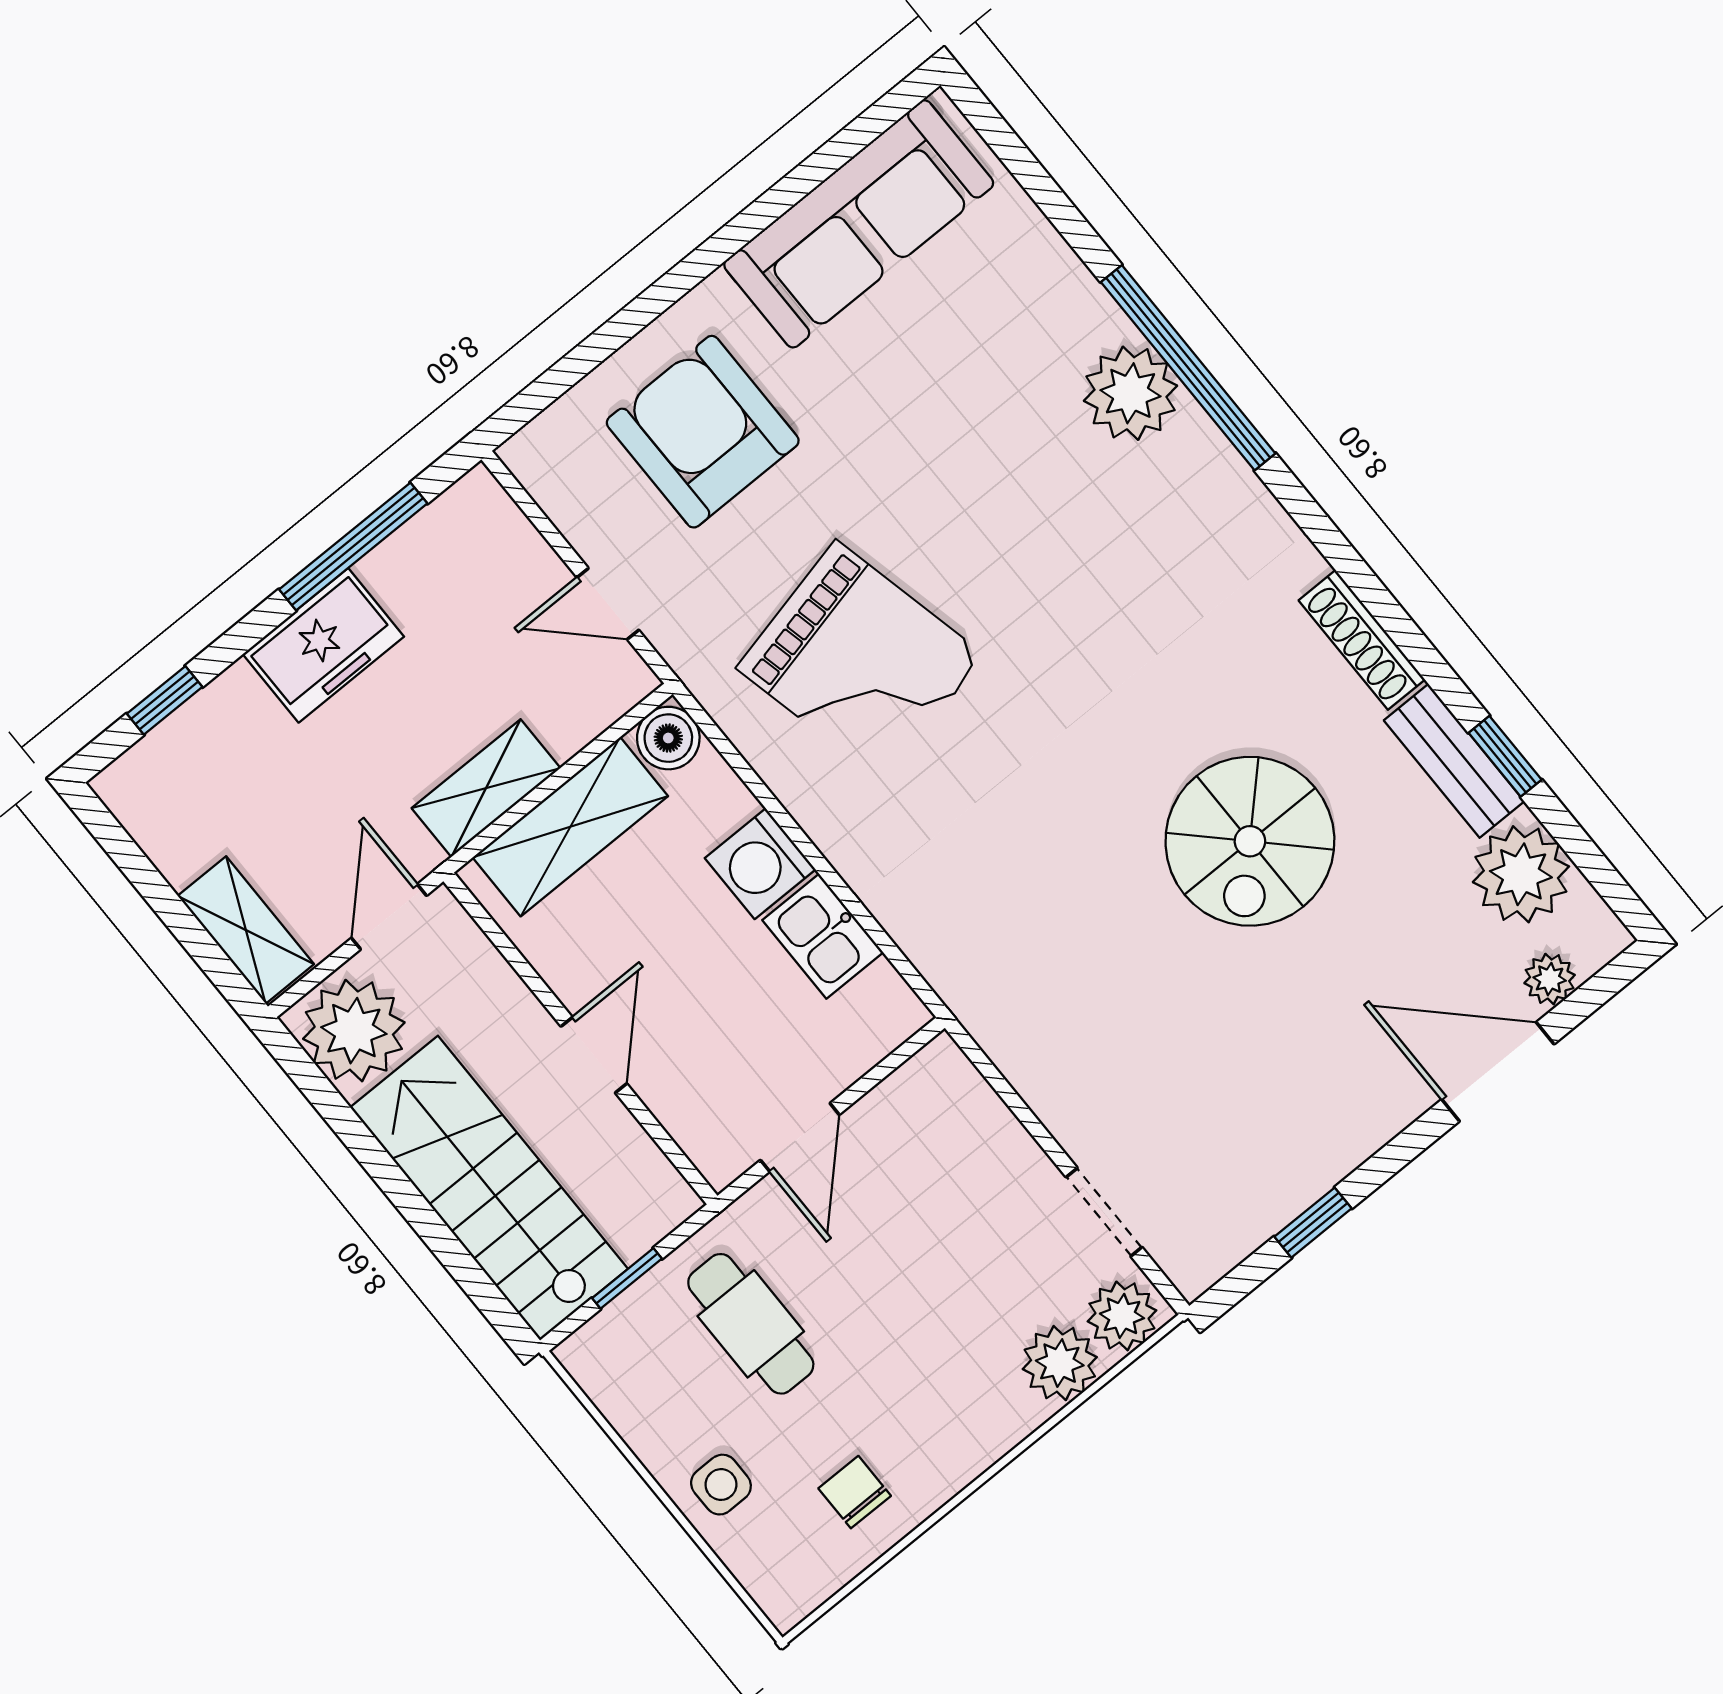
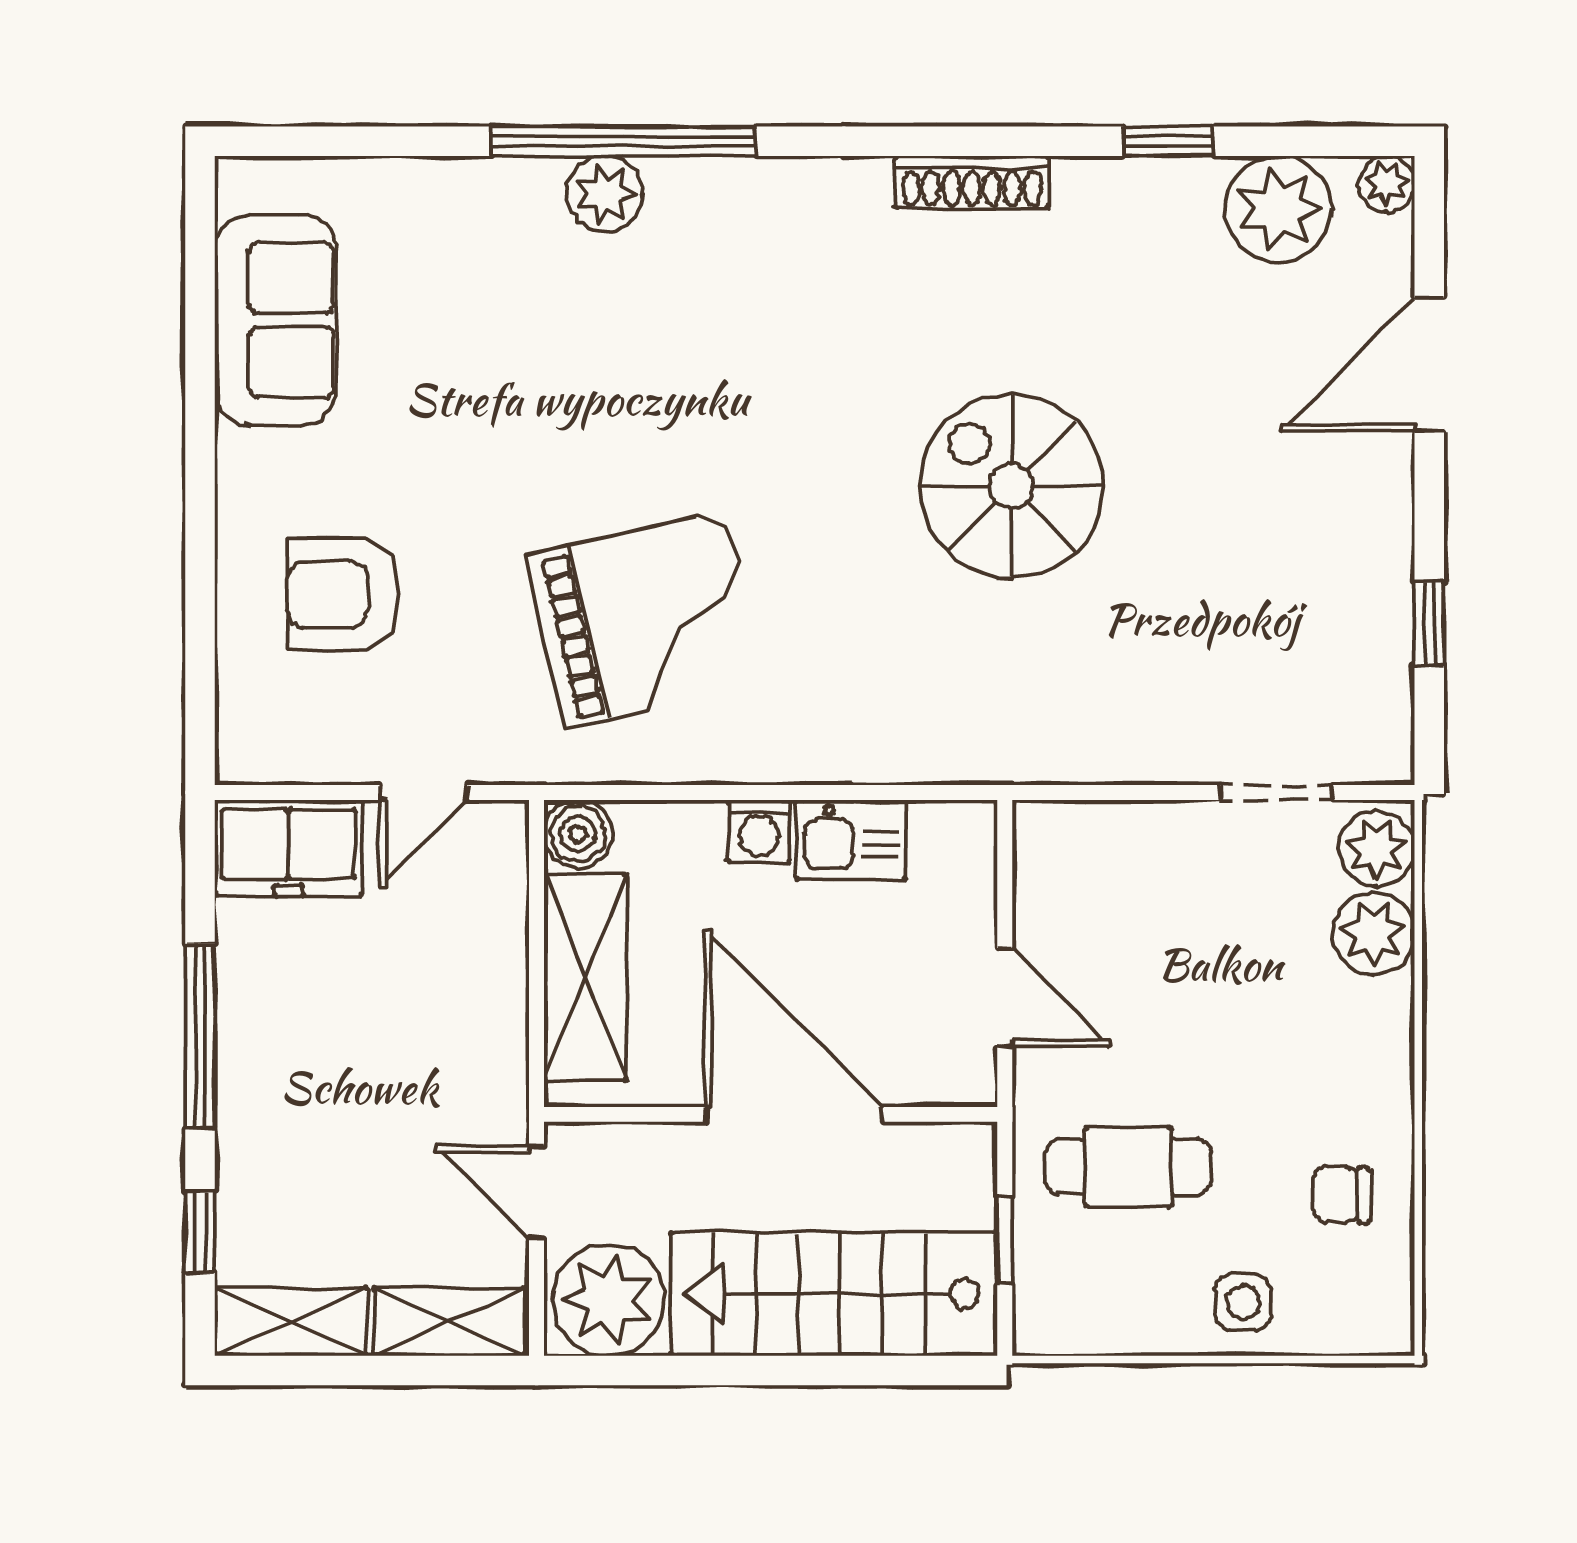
sofa: (859, 224) -> (276, 320), width x0.73
plant: (1130, 393) -> (605, 194), width x0.73, depth x0.73
armchair: (703, 432) -> (343, 594), width x0.73, depth x0.73
window: (353, 546) -> (200, 1036), moved
freezer: (323, 645) -> (289, 848), moved, turned 90
bench: (1454, 761) -> (1137, 187), removed
shelving: (486, 788) -> (291, 1321), moved, turned 90
spiral stairs: (1250, 841) -> (1011, 486), moved, turned 180
washing machine: (760, 864) -> (759, 831), width x0.73, depth x0.73
plant: (1550, 979) -> (1387, 184), moved
door: (594, 1055) -> (794, 1114), width x1.87

